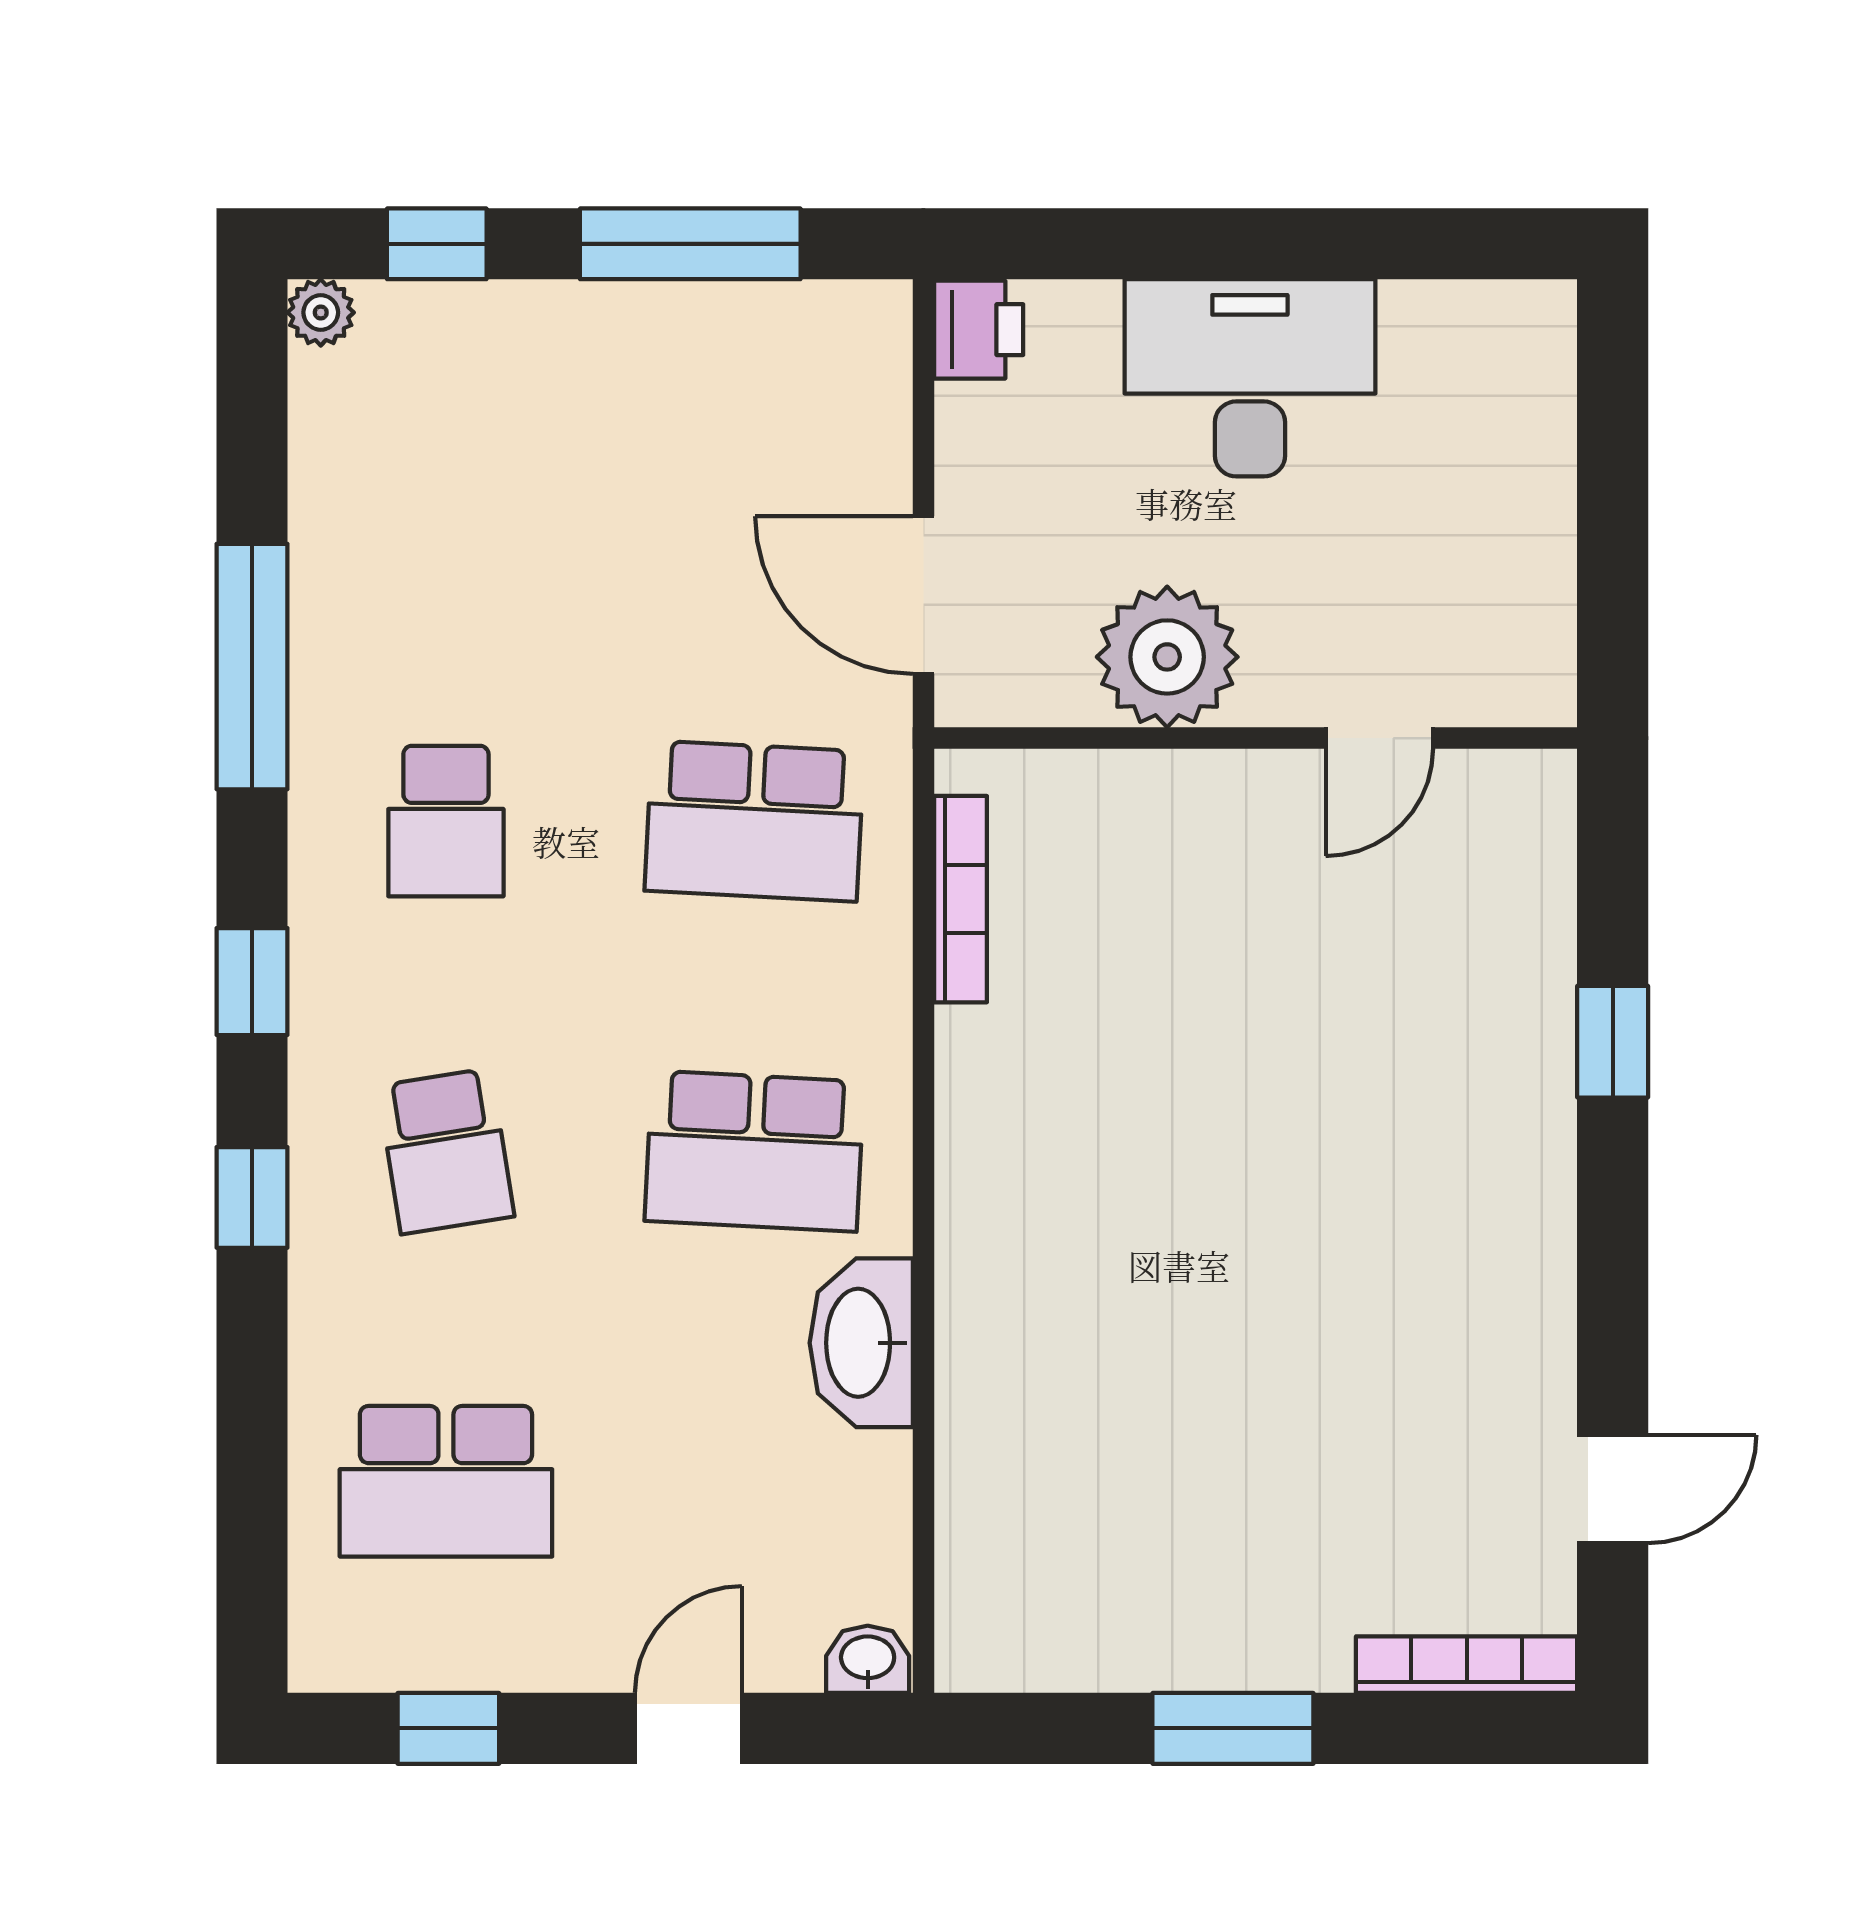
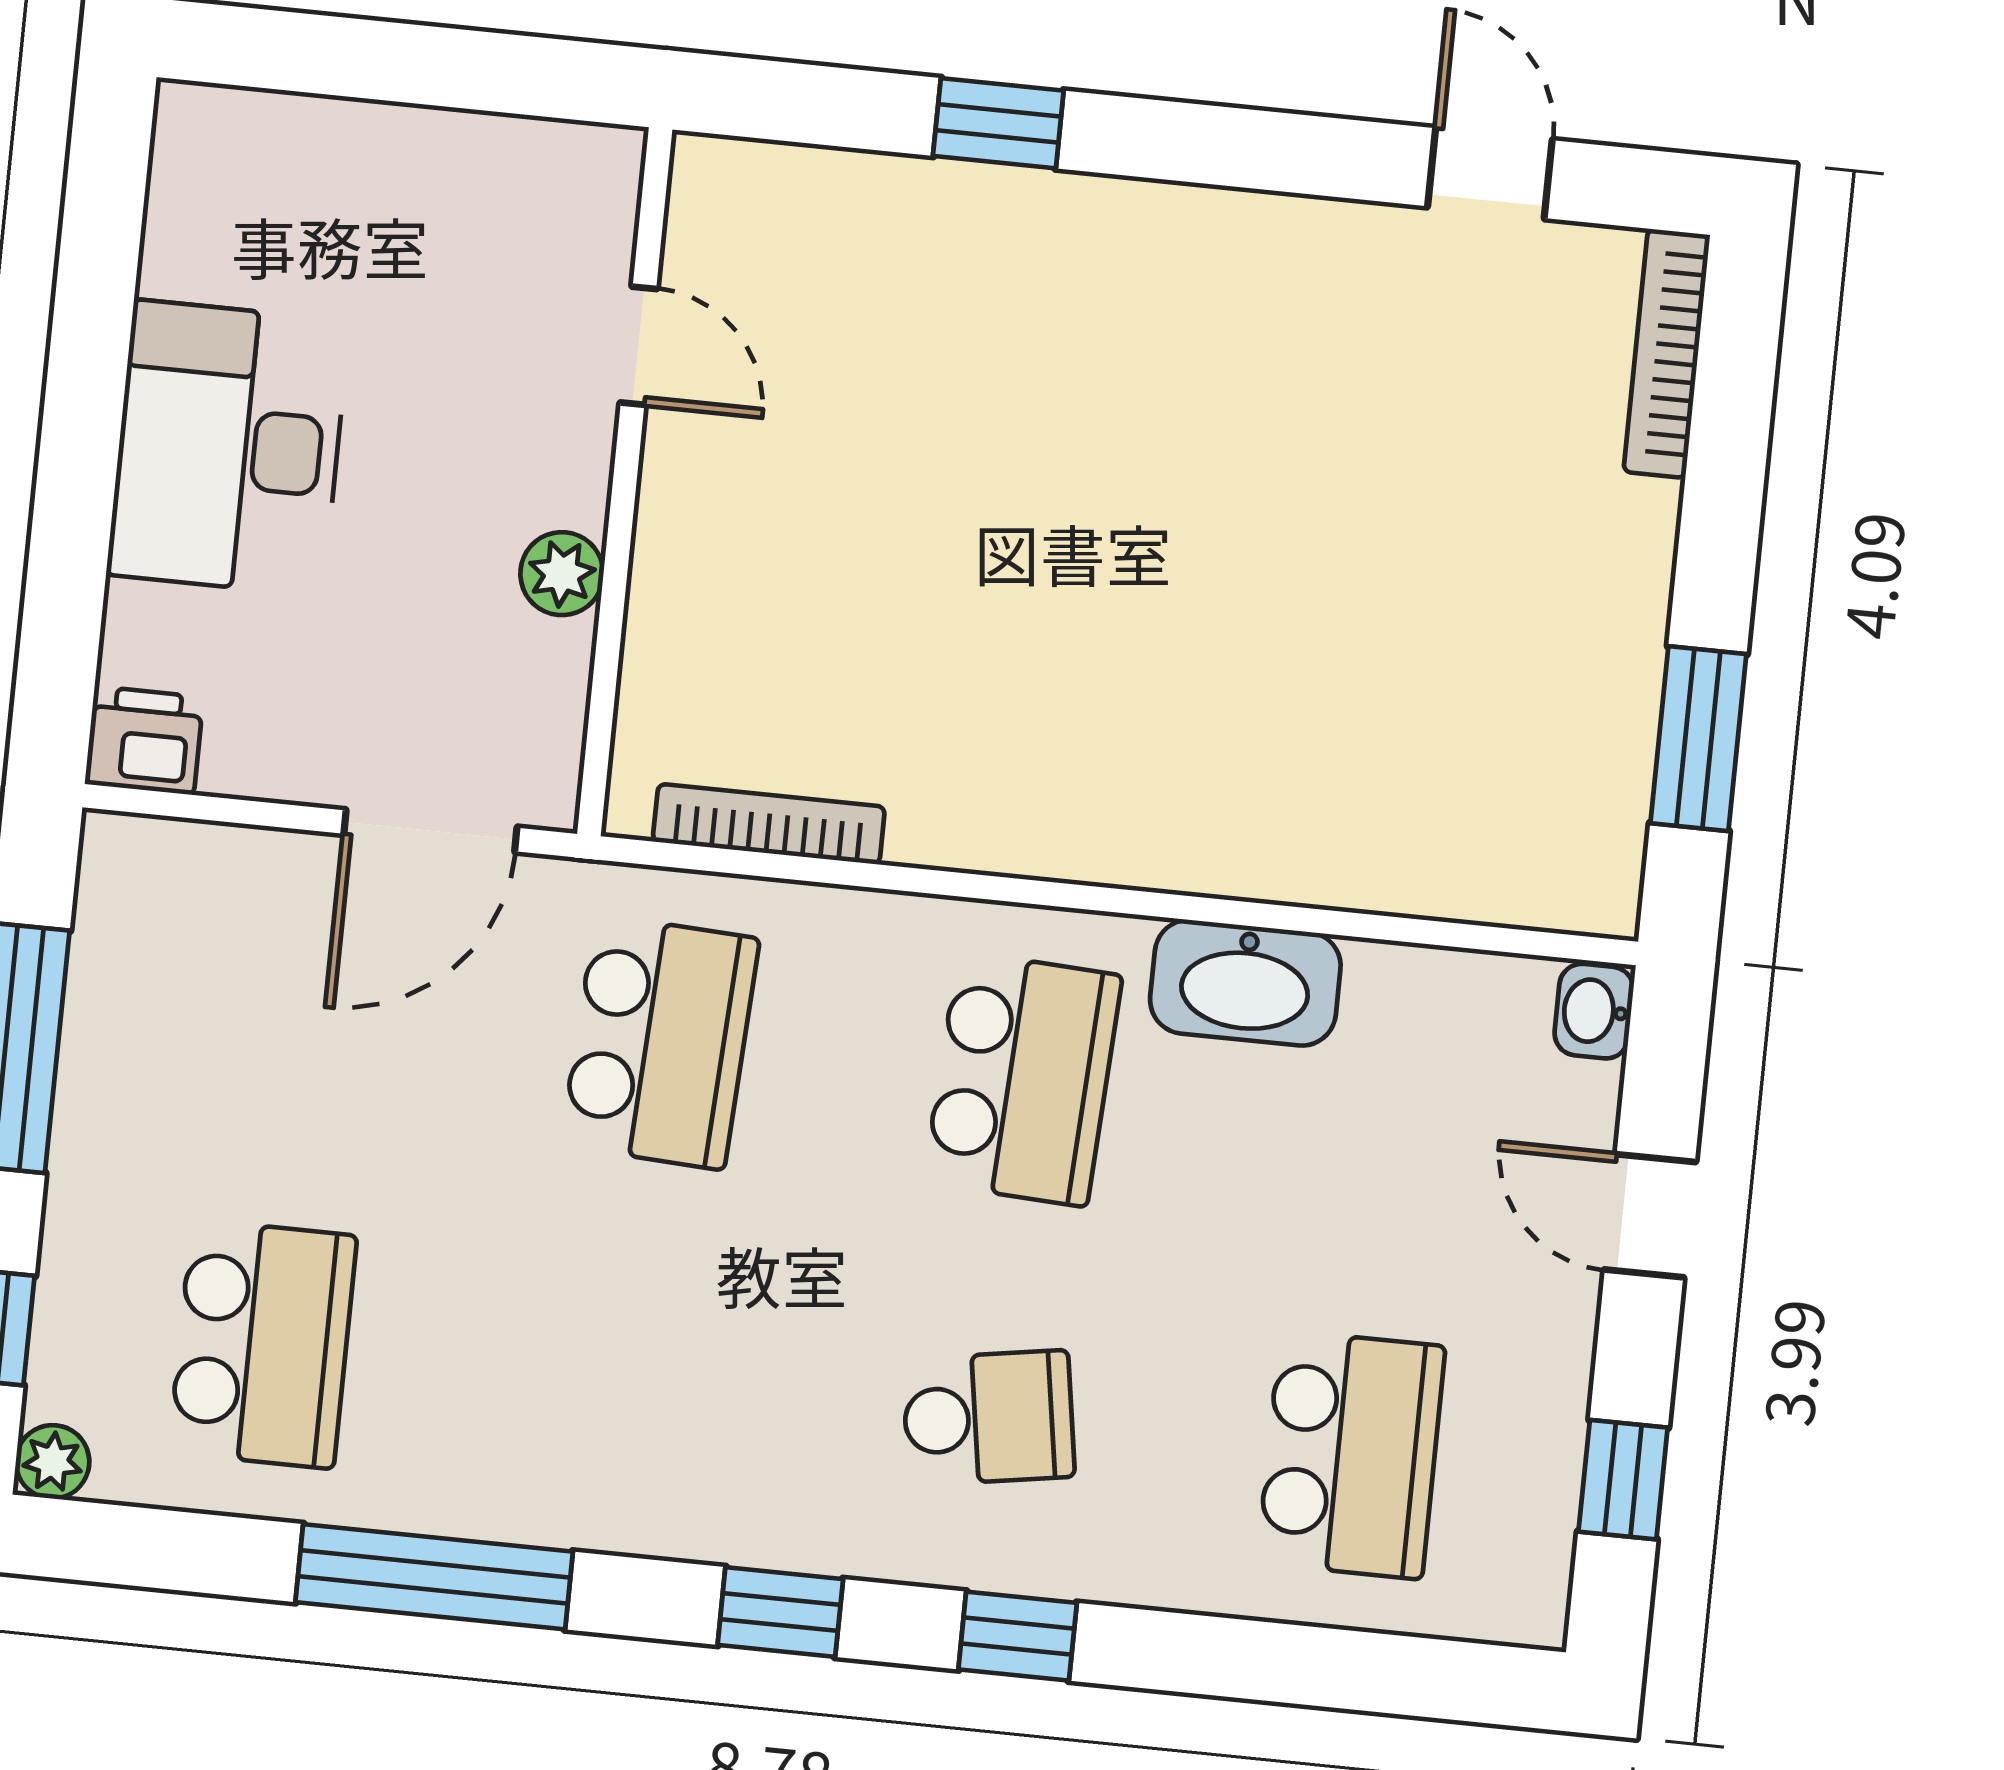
plant: (1167, 657) -> (562, 574), width x0.53, depth x0.53
school desk: (446, 821) -> (263, 1344), moved, width x1.85
window: (1233, 1728) -> (1698, 739), moved

